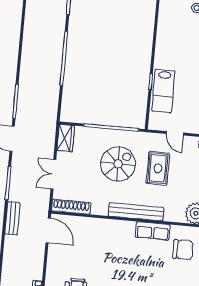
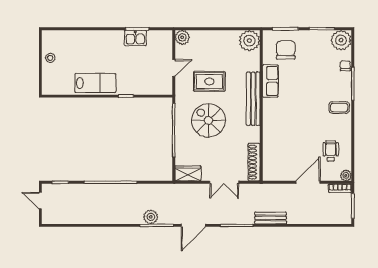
lab bench: (163, 91) -> (95, 83), moved
plant: (25, 96) -> (151, 217), added
door: (48, 230) -> (308, 182), moved

